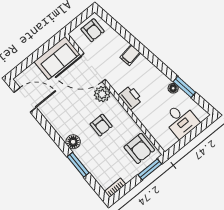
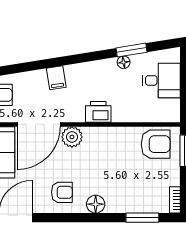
armchair: (101, 125) -> (62, 192), moved
window: (78, 165) -> (142, 218), moved

